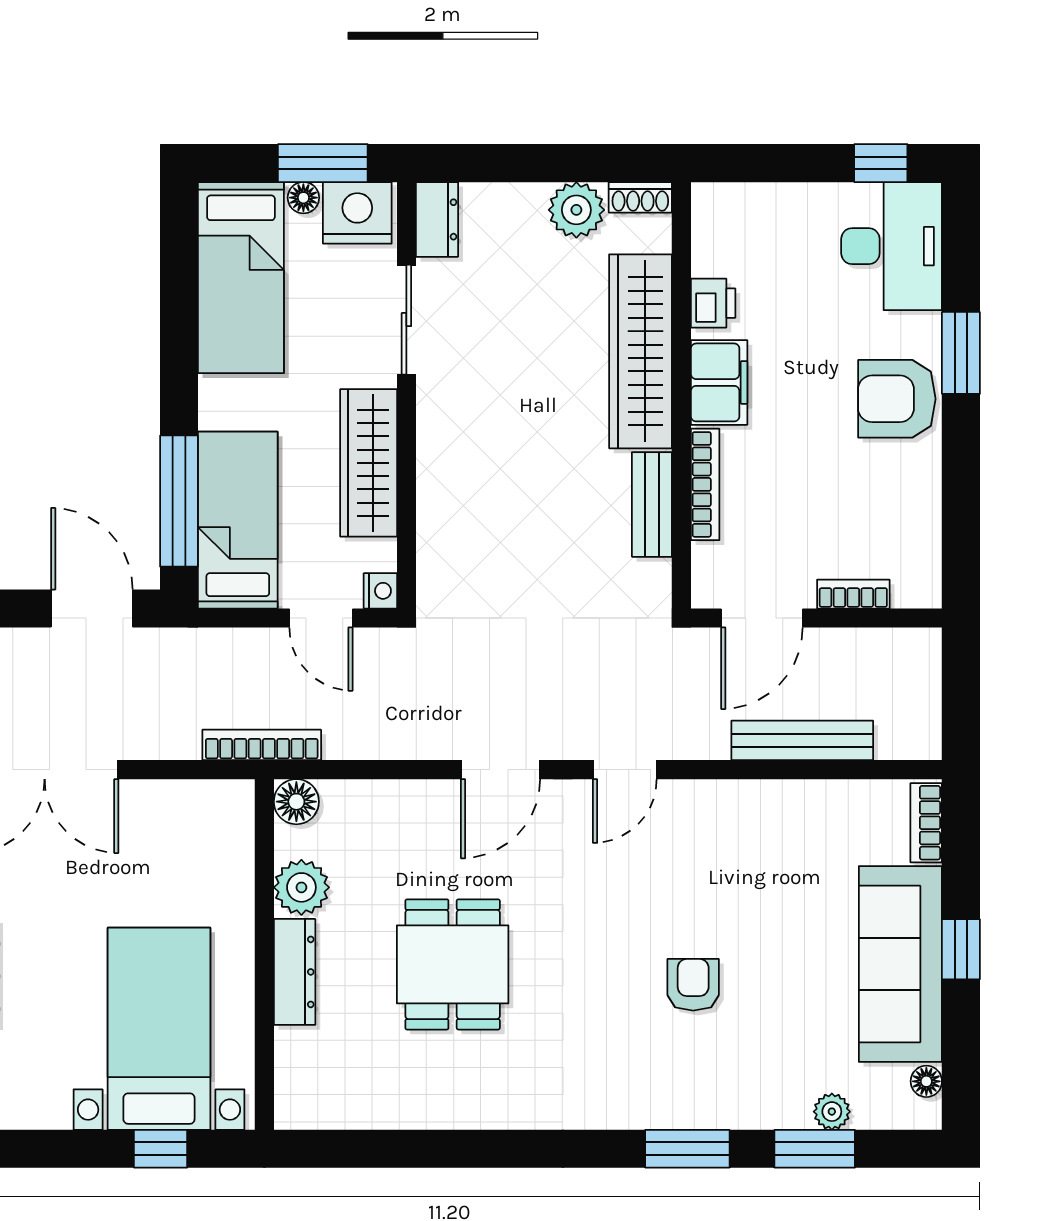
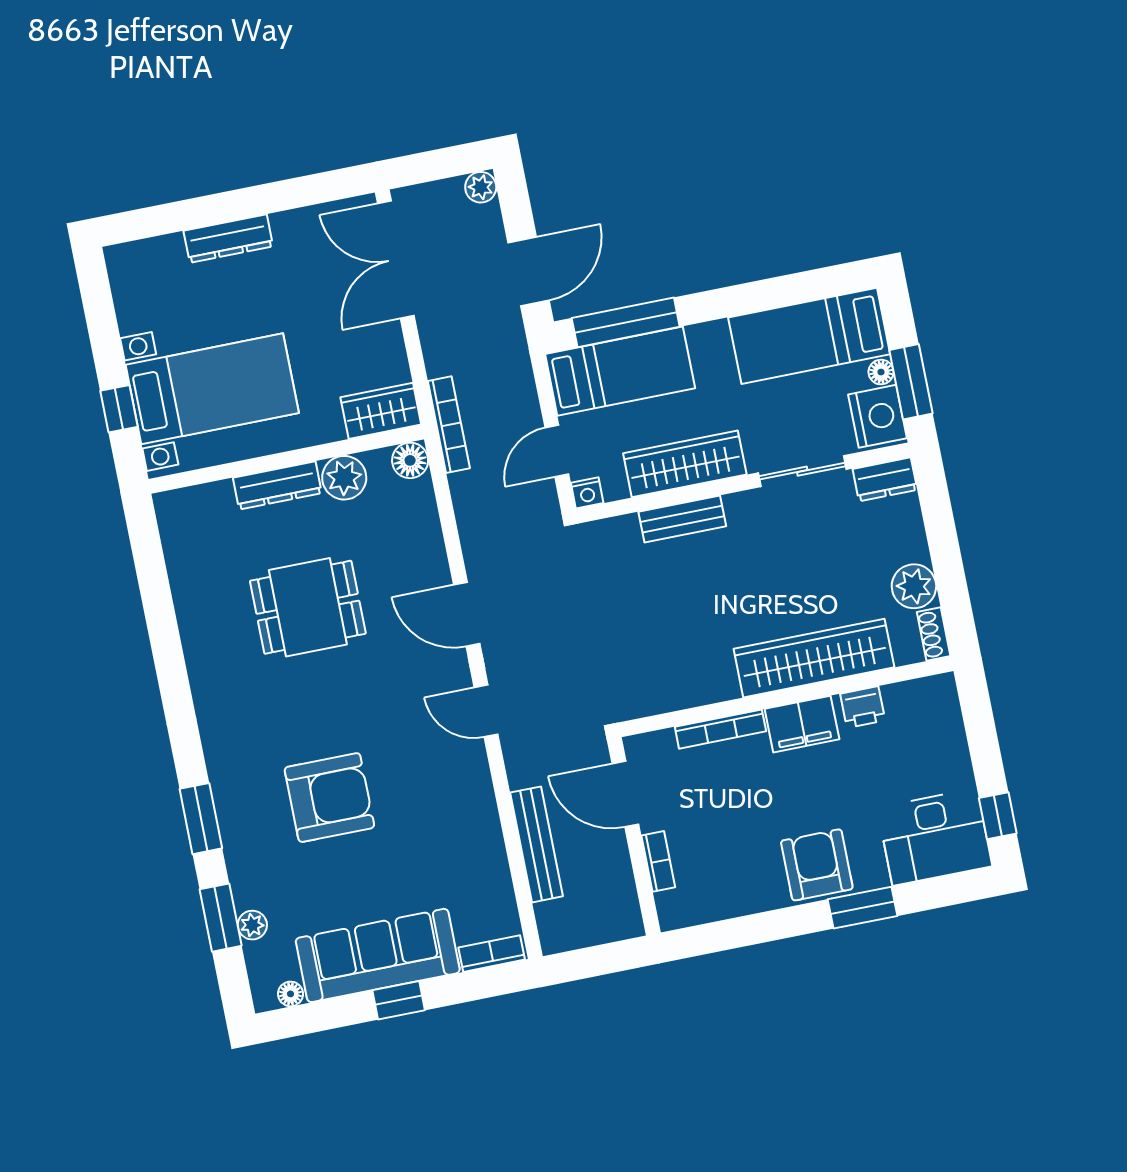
bench: (652, 504) -> (682, 519), moved
wardrobe: (228, 826) -> (381, 411), added
armchair: (693, 985) -> (329, 798), width x1.88, depth x1.88

